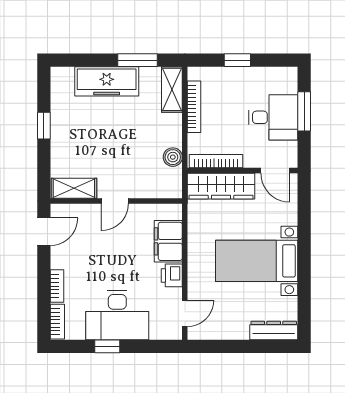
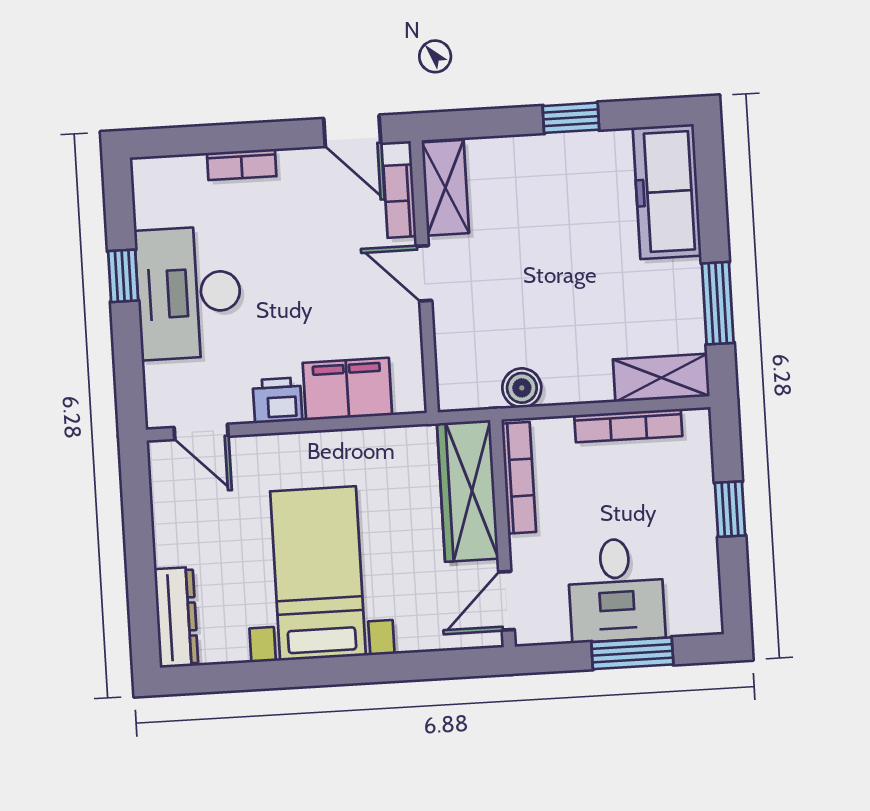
freezer: (107, 81) -> (667, 192), moved
bookcase: (57, 322) -> (400, 201), moved, turned 90

